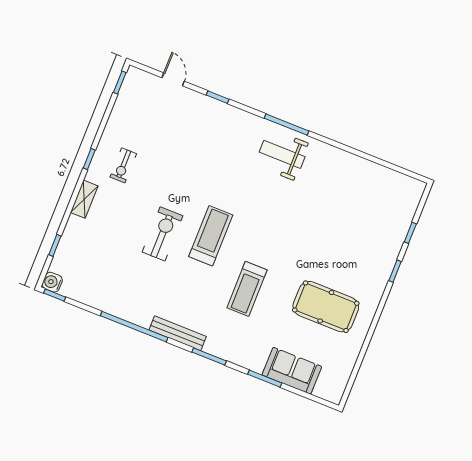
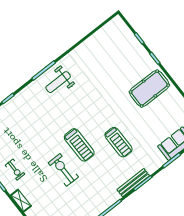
treadmill: (211, 236) -> (79, 145), turned 180
pool table: (326, 307) -> (149, 89), moved
bench: (178, 333) -> (133, 183), moved

